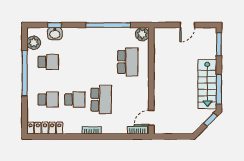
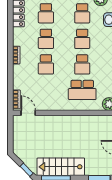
school desk: (75, 62) -> (82, 39), added
school desk: (101, 62) -> (82, 64), added
school desk: (101, 100) -> (46, 64), width x0.54

